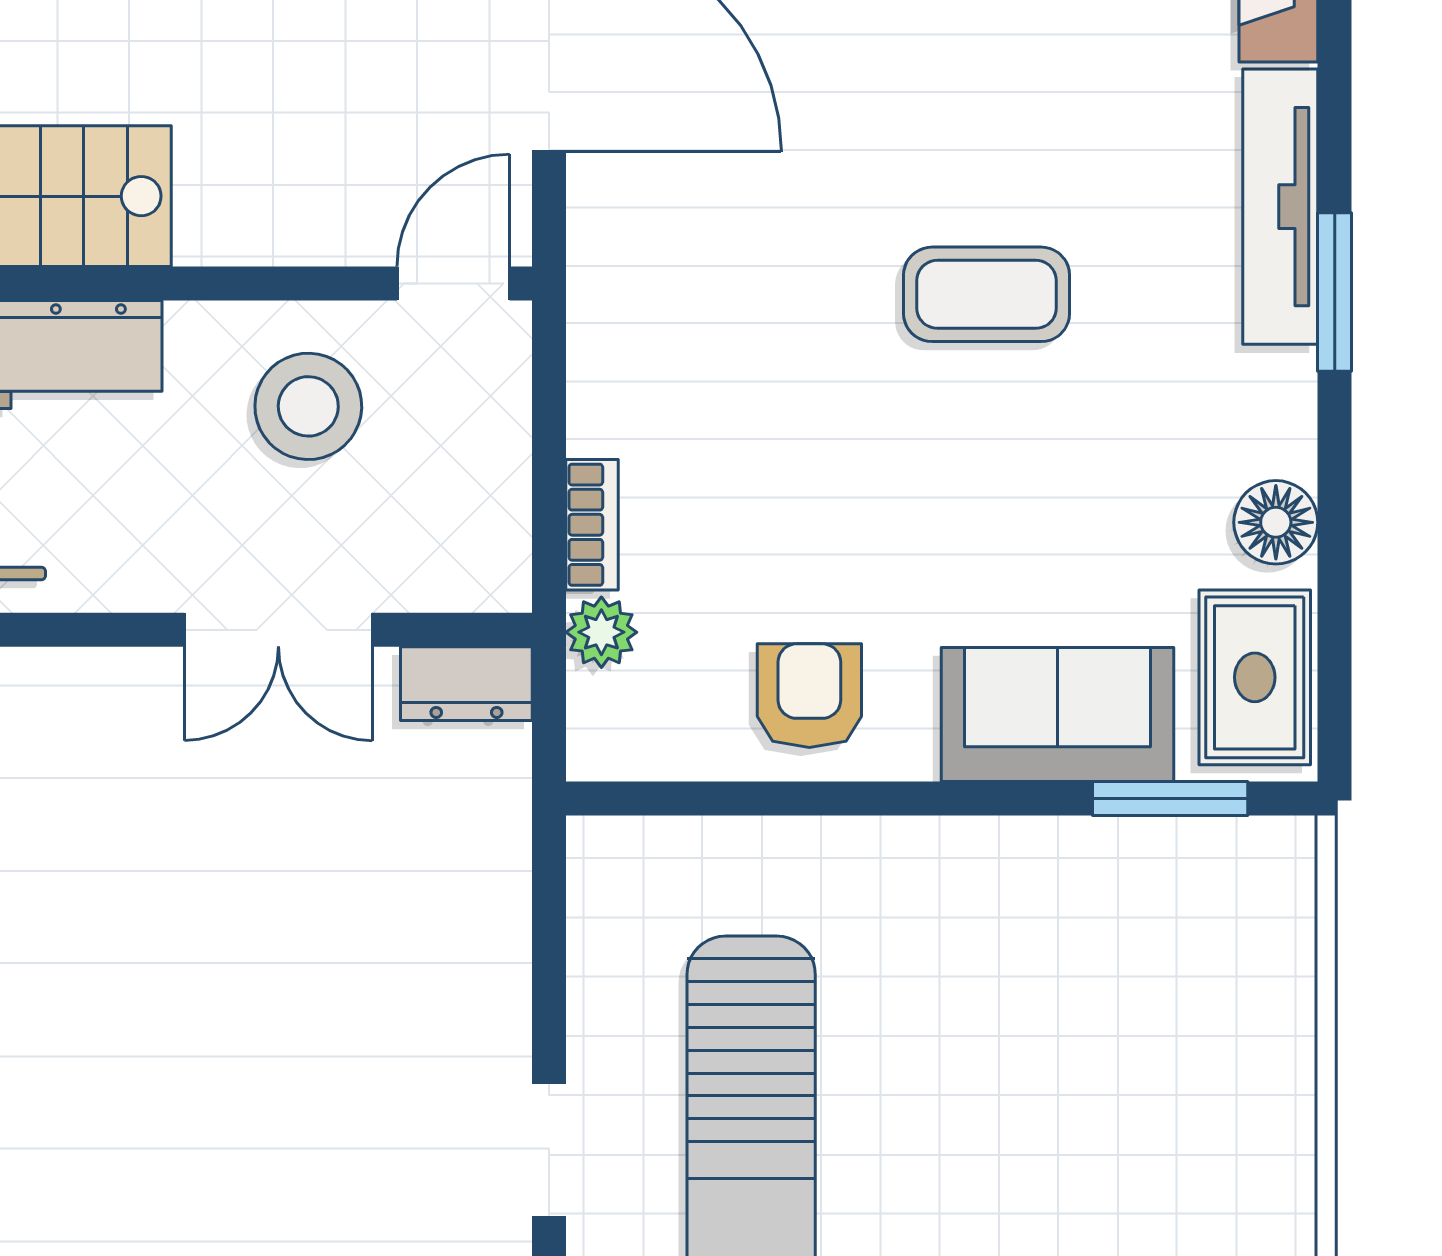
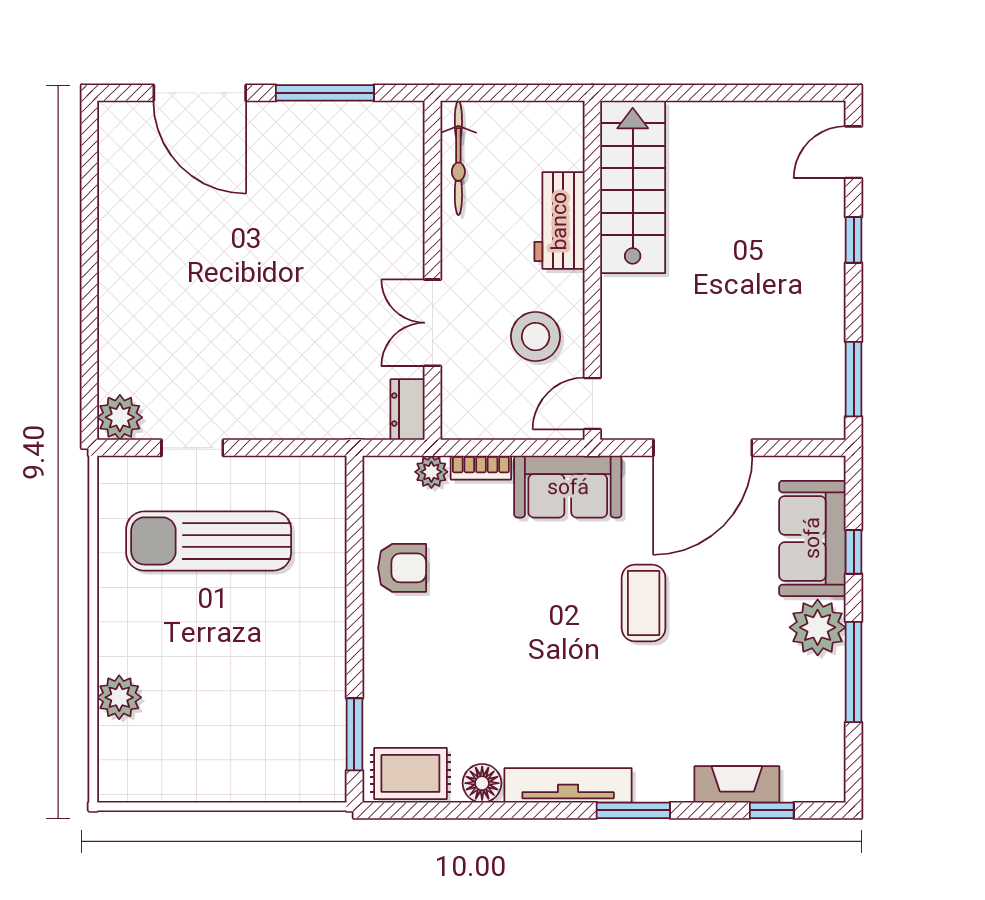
tv unit: (1280, 207) -> (568, 785), moved
door: (453, 283) -> (592, 404), swing flipped
window: (1335, 292) -> (633, 810), moved
coffee table: (987, 294) -> (644, 603), moved
sofa: (1057, 715) -> (568, 487), moved, turned 90

